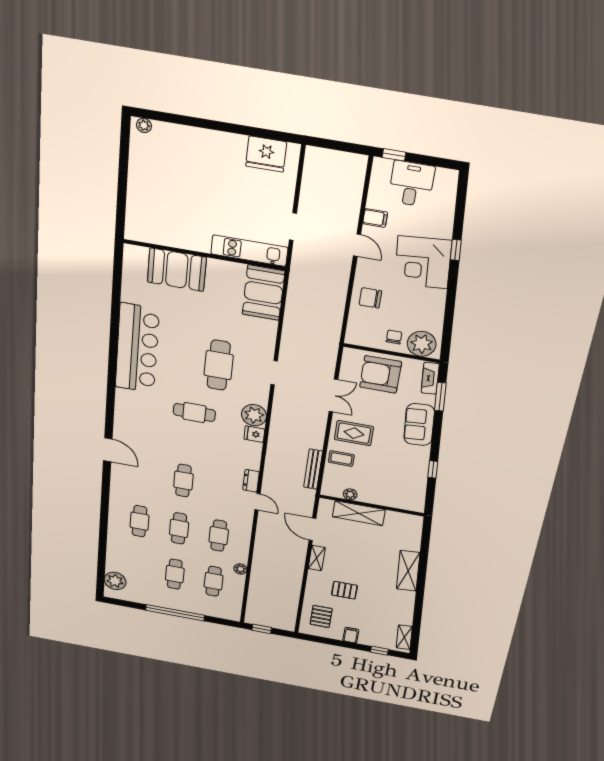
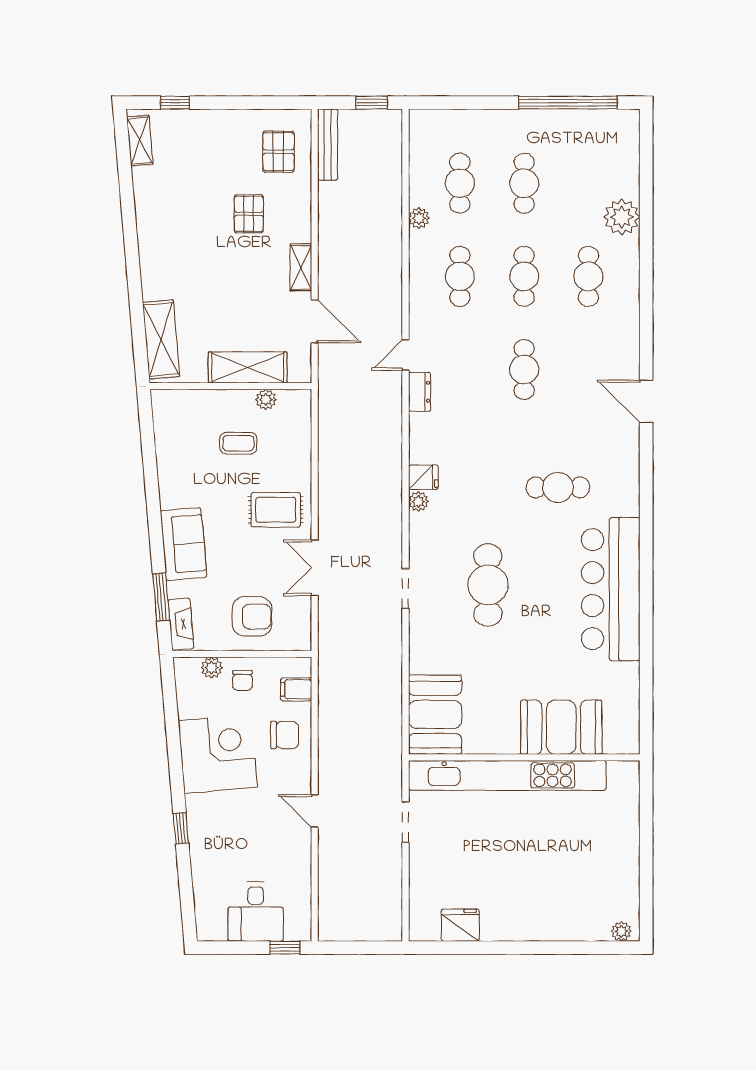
fridge: (266, 154) -> (460, 925), width x0.73, depth x0.75
filing cabinet: (375, 218) -> (296, 689), moved
kitchen unit: (249, 251) -> (507, 775), width x1.86
corner desk: (423, 262) -> (218, 754), moved
plant: (422, 344) -> (212, 668), width x0.53, depth x0.53
armchair: (381, 374) -> (252, 616), width x0.73, depth x0.73
cafe table: (194, 413) -> (558, 487), moved
plant: (254, 415) -> (418, 502), width x0.53, depth x0.53
coffee table: (341, 459) -> (238, 443), moved
bench: (313, 469) -> (328, 145), moved
window: (433, 469) -> (150, 471), removed
door: (258, 502) -> (405, 355), hinge flipped
shelving: (408, 571) -> (161, 340), moved
plant: (115, 581) -> (622, 217), moved
pallet: (344, 590) -> (249, 214), turned 90
window: (175, 613) -> (568, 103), moved
filing cabinet: (351, 635) -> (226, 124), removed

